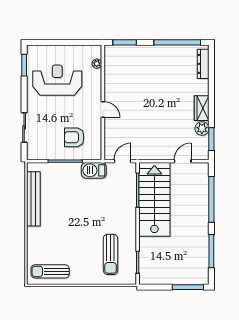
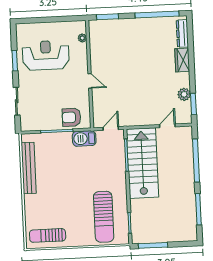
window: (24, 65) -> (15, 61), moved
wardrobe: (202, 108) -> (182, 60), moved
armchair: (74, 137) -> (71, 117), moved
sun lounger: (111, 254) -> (104, 217), width x1.36, depth x1.34
window: (188, 287) -> (153, 245), moved

